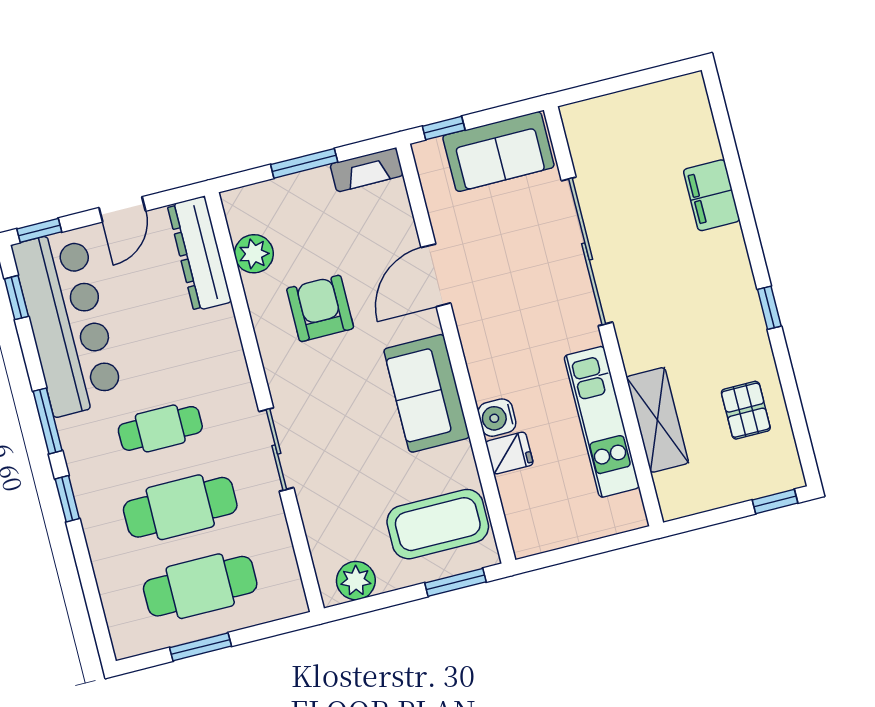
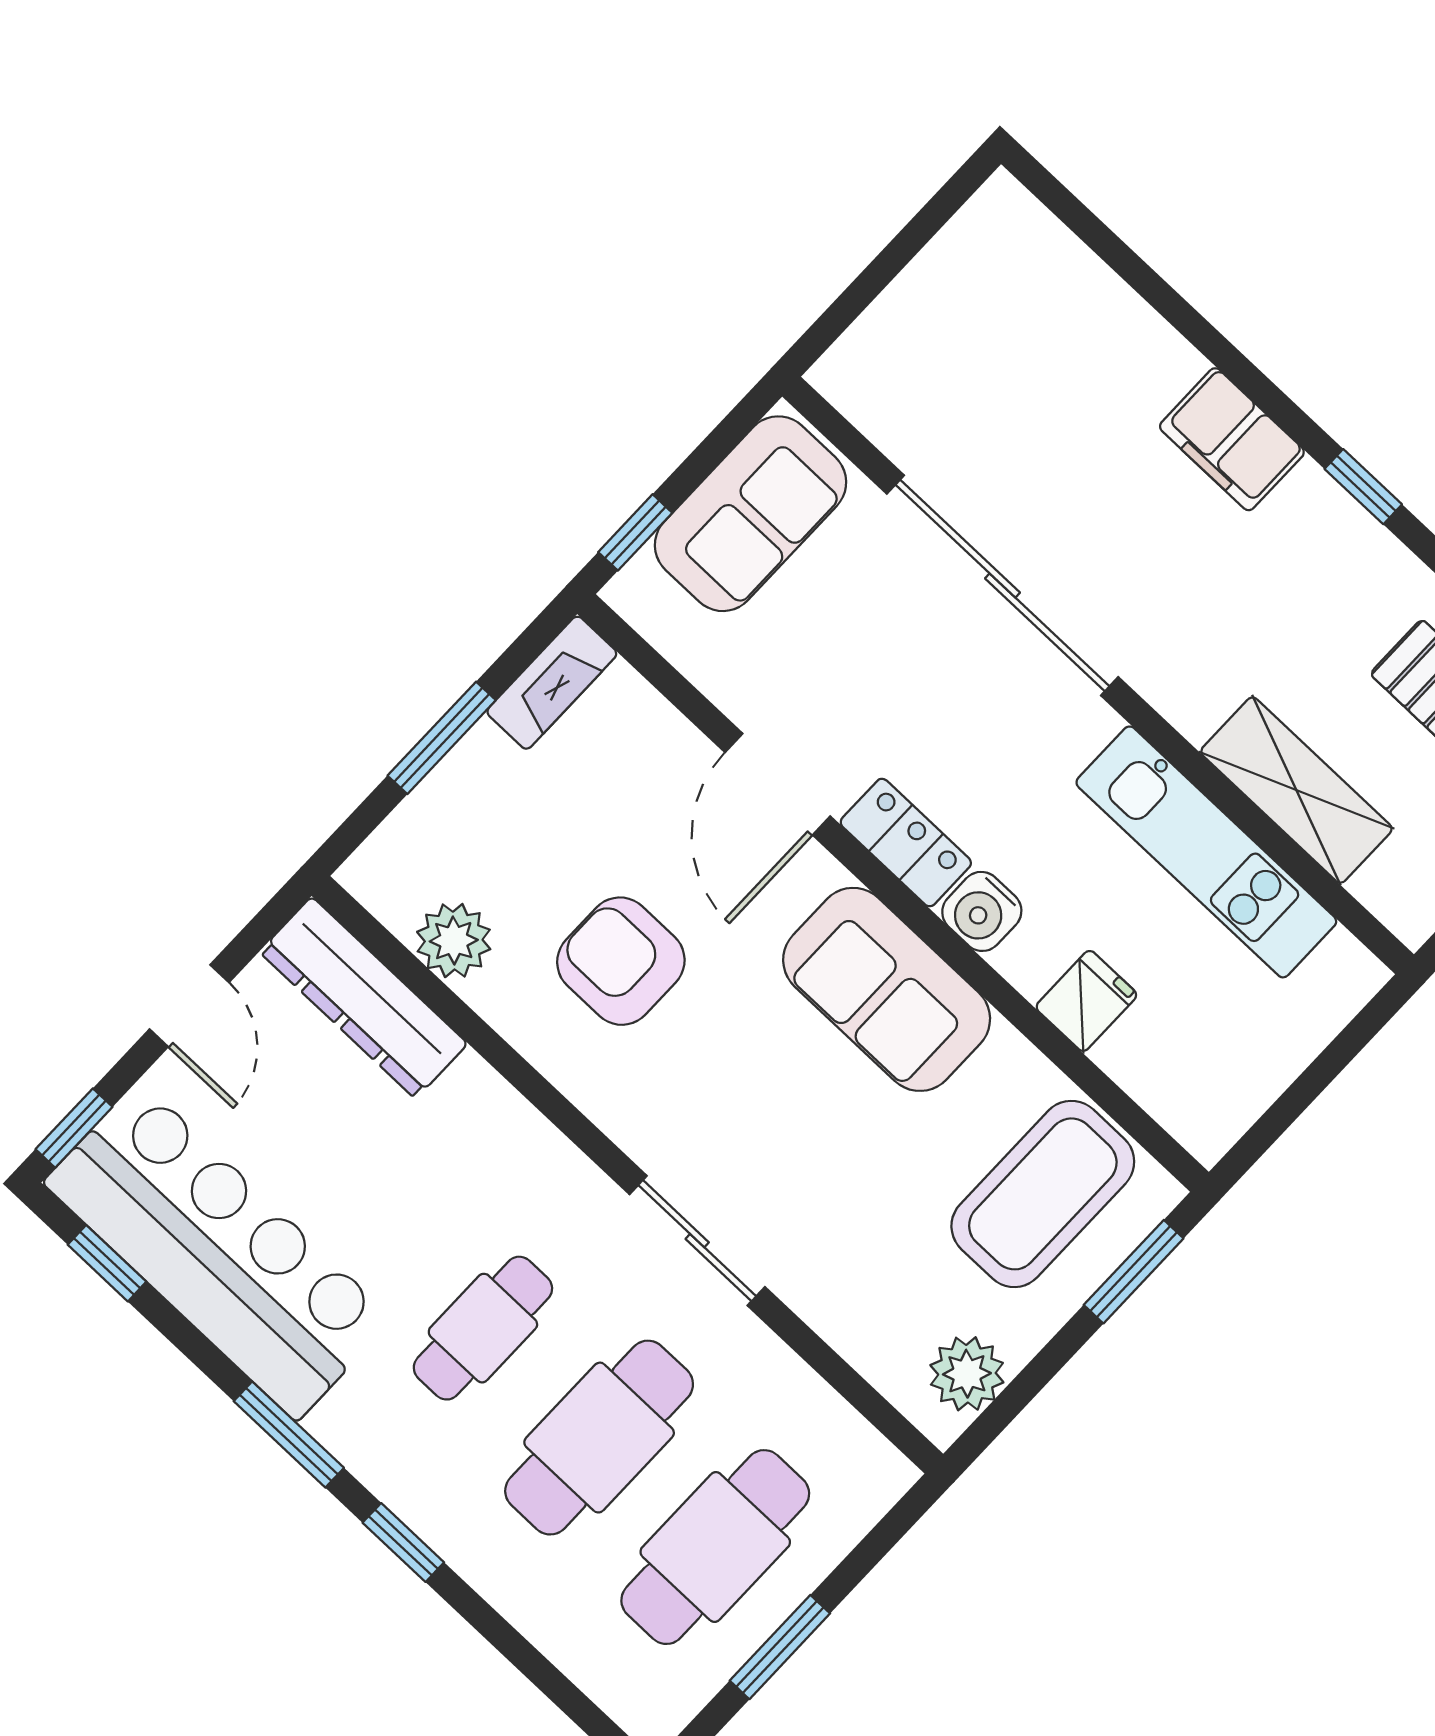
filing cabinet: (712, 195) -> (1232, 439), moved
locker: (475, 335) -> (906, 843), added
water cooler: (497, 418) -> (982, 911), moved

